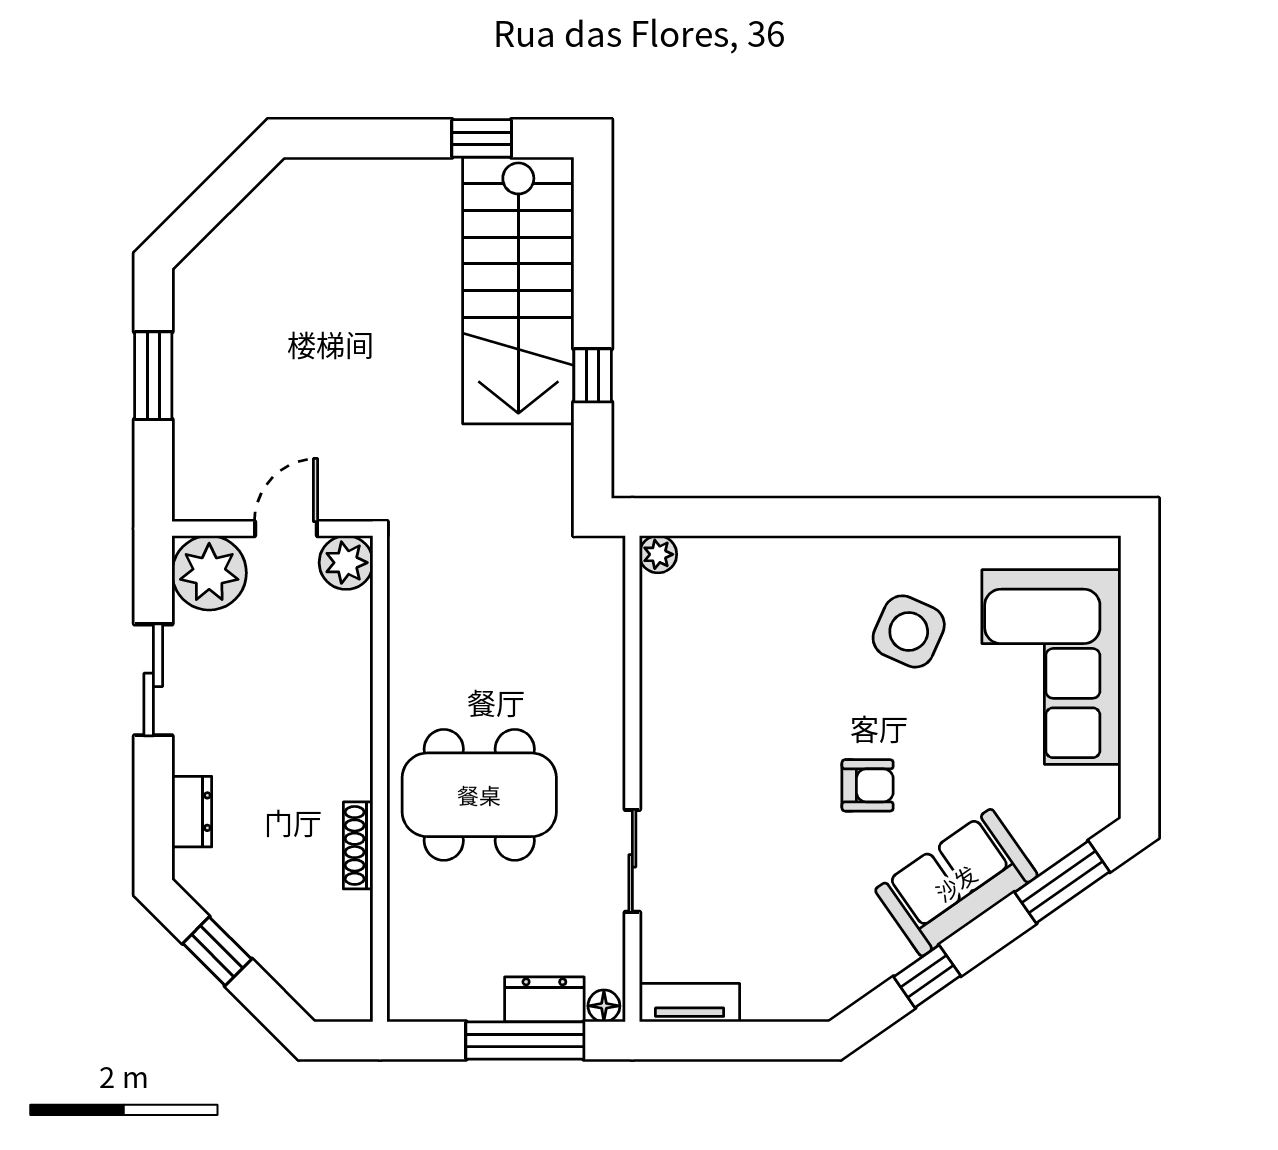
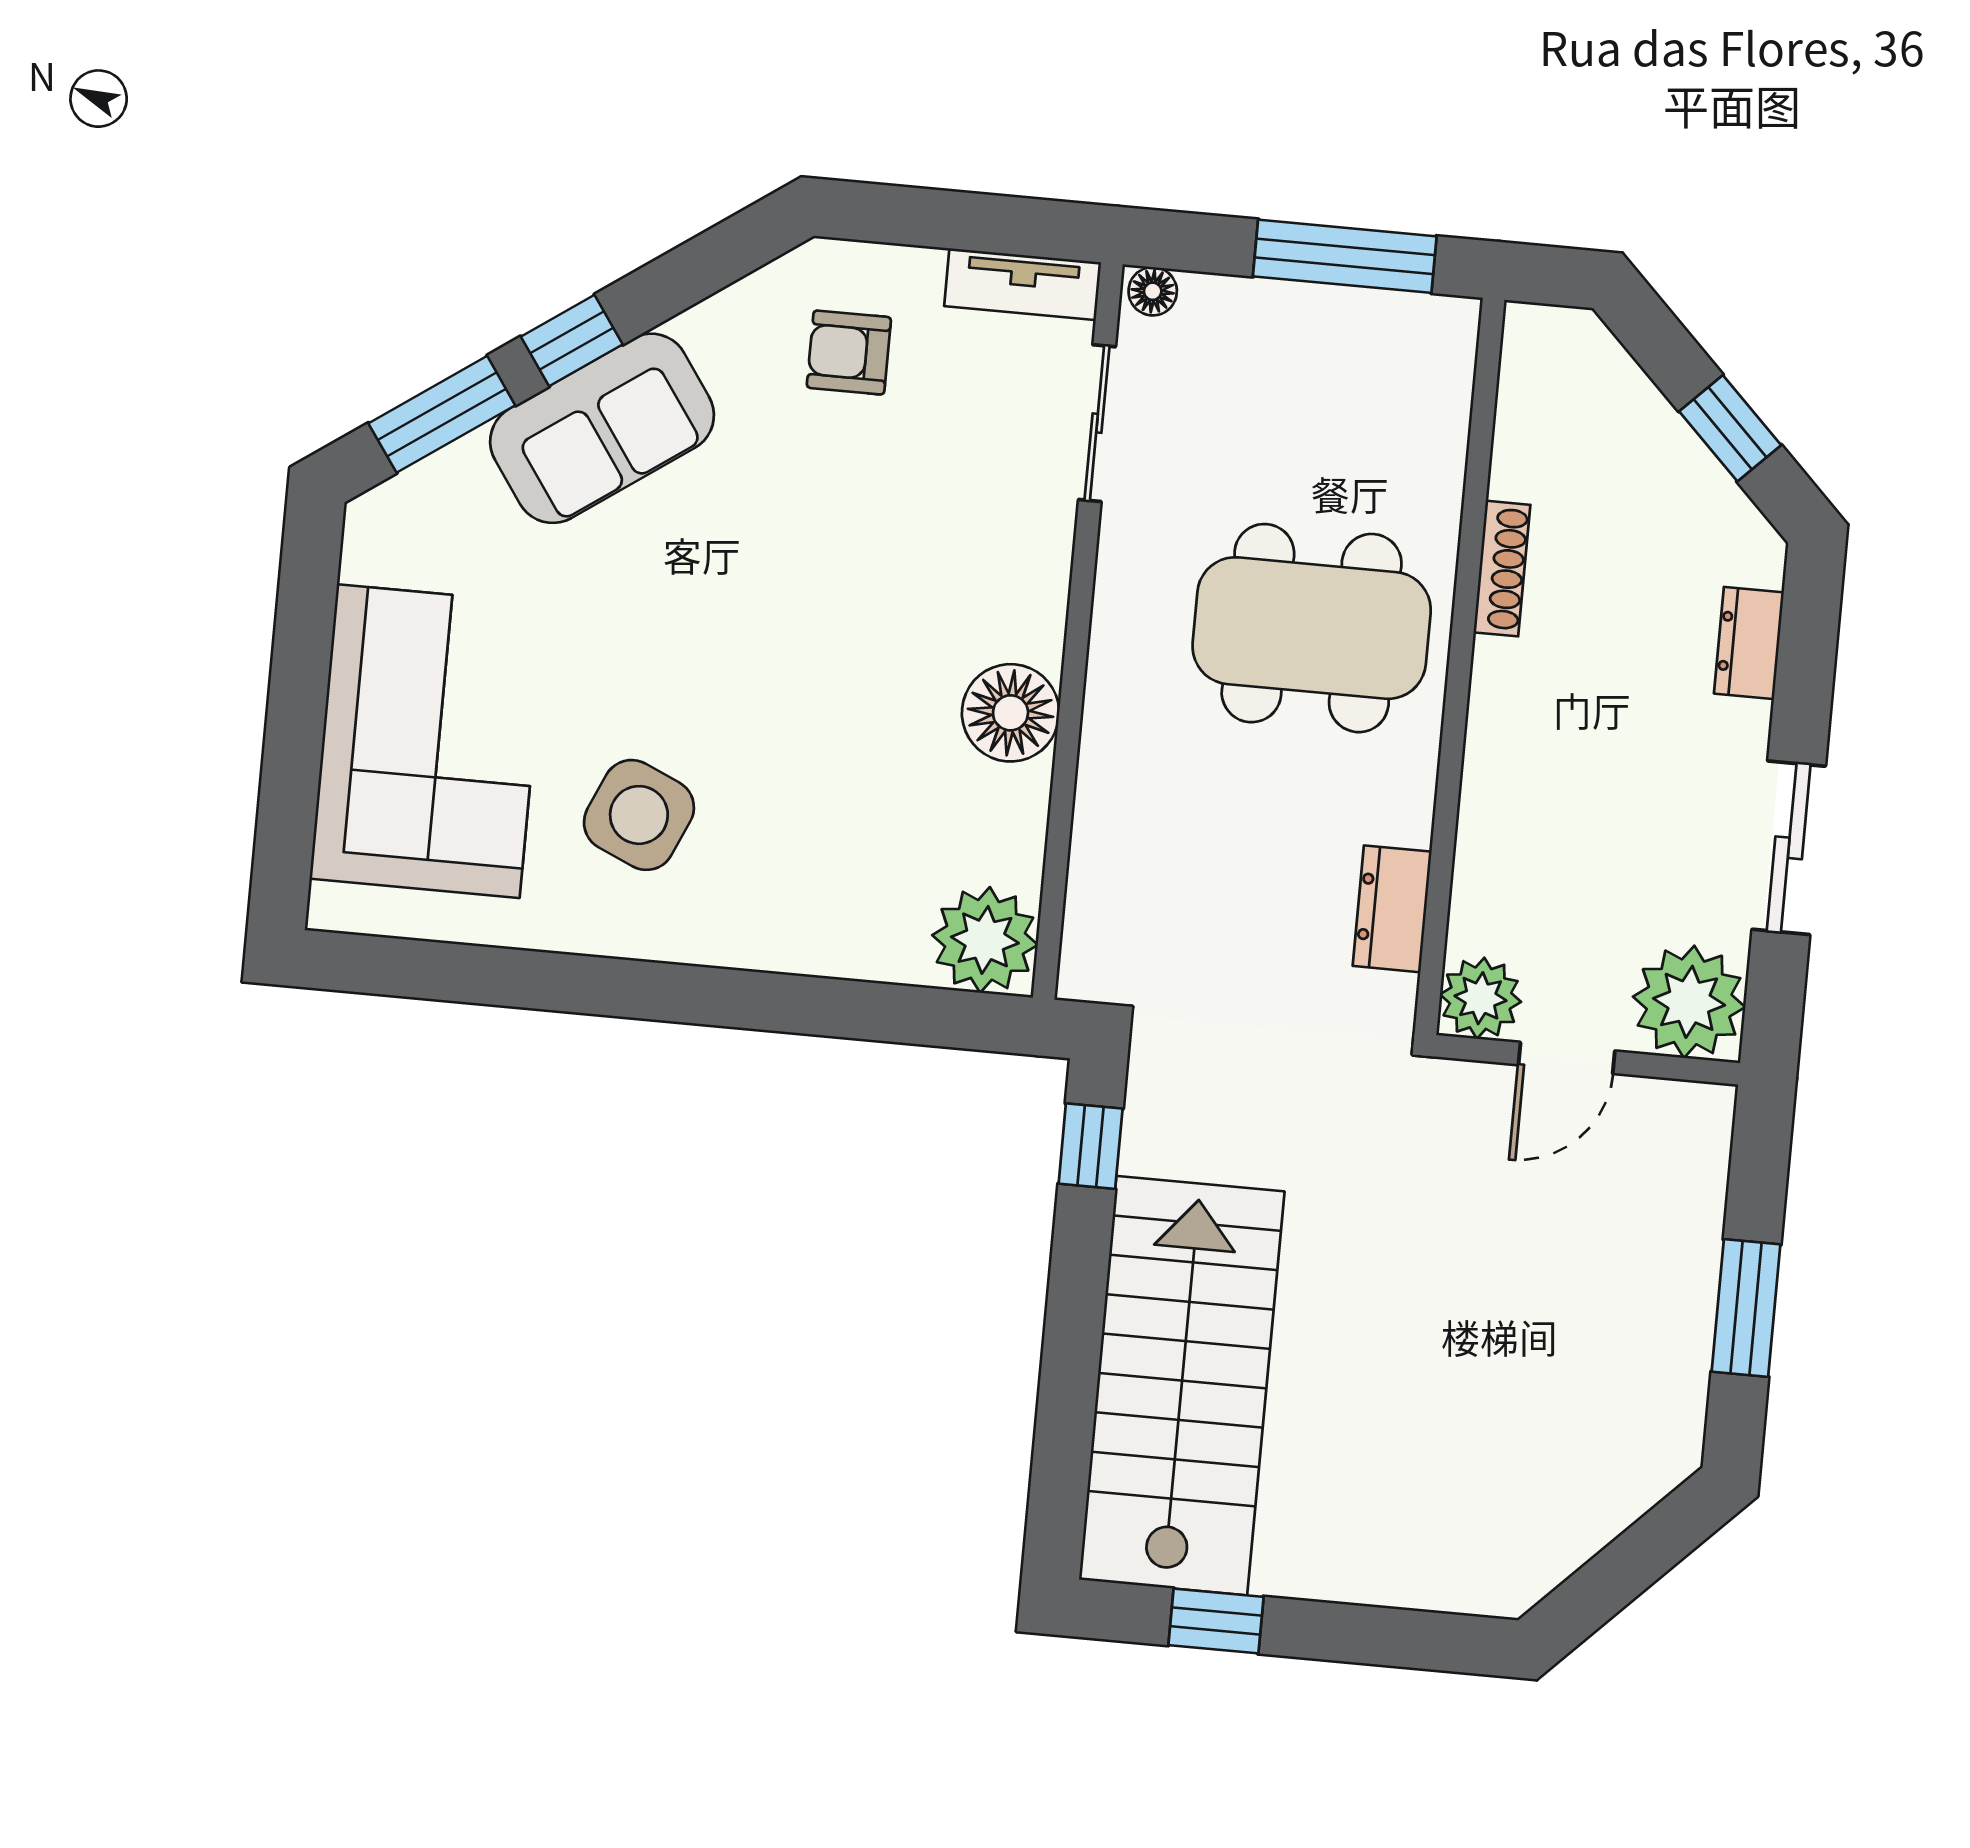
window: (593, 375) -> (1091, 1146), moved
plant: (658, 554) -> (985, 940), width x1.87, depth x1.87
floor lamp: (671, 721) -> (1011, 713), added
armchair: (868, 785) -> (849, 352), moved
sliding door: (632, 861) -> (1097, 423), moved
window: (927, 976) -> (572, 341), moved
dresser: (544, 999) -> (1392, 909), moved, turned 90
window: (525, 1040) -> (1345, 256), moved

